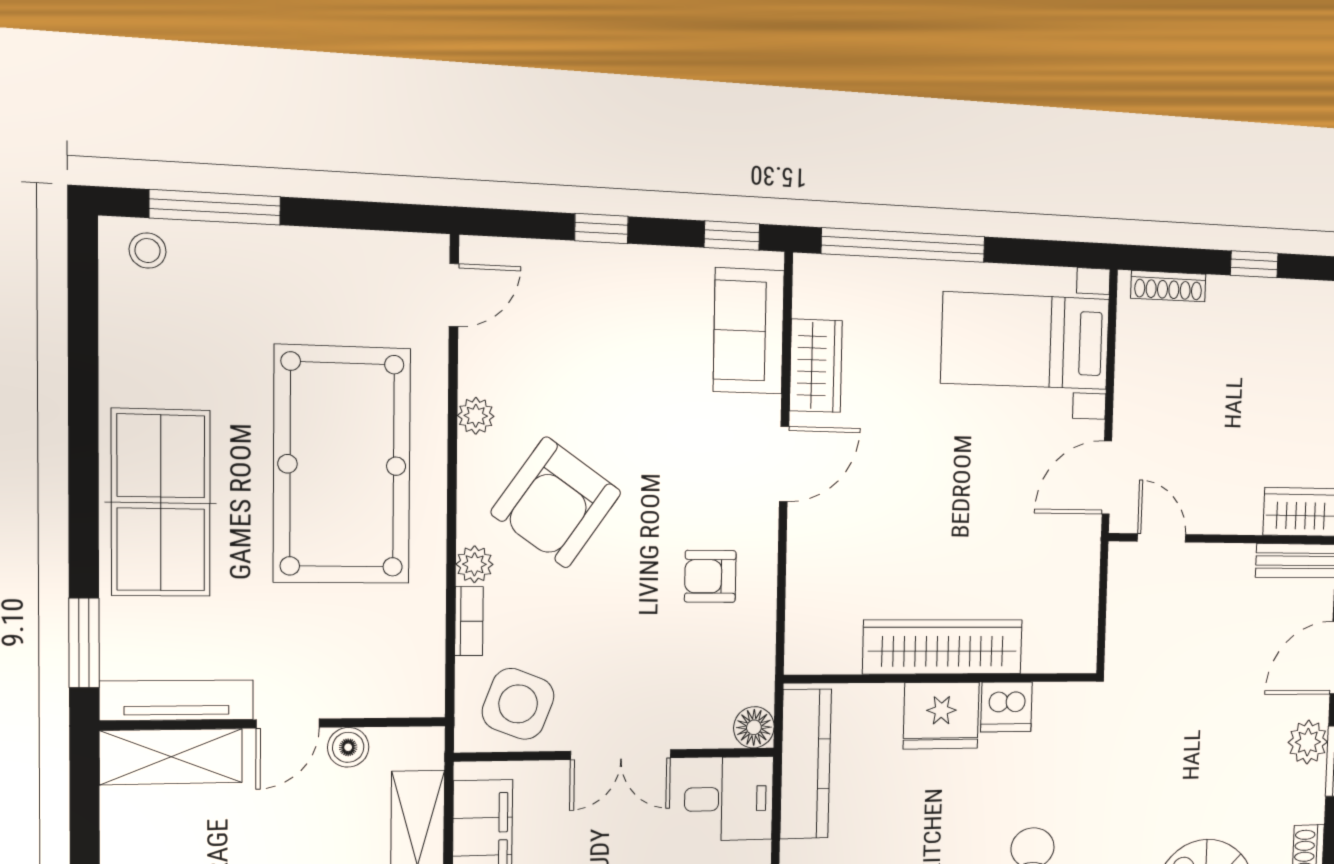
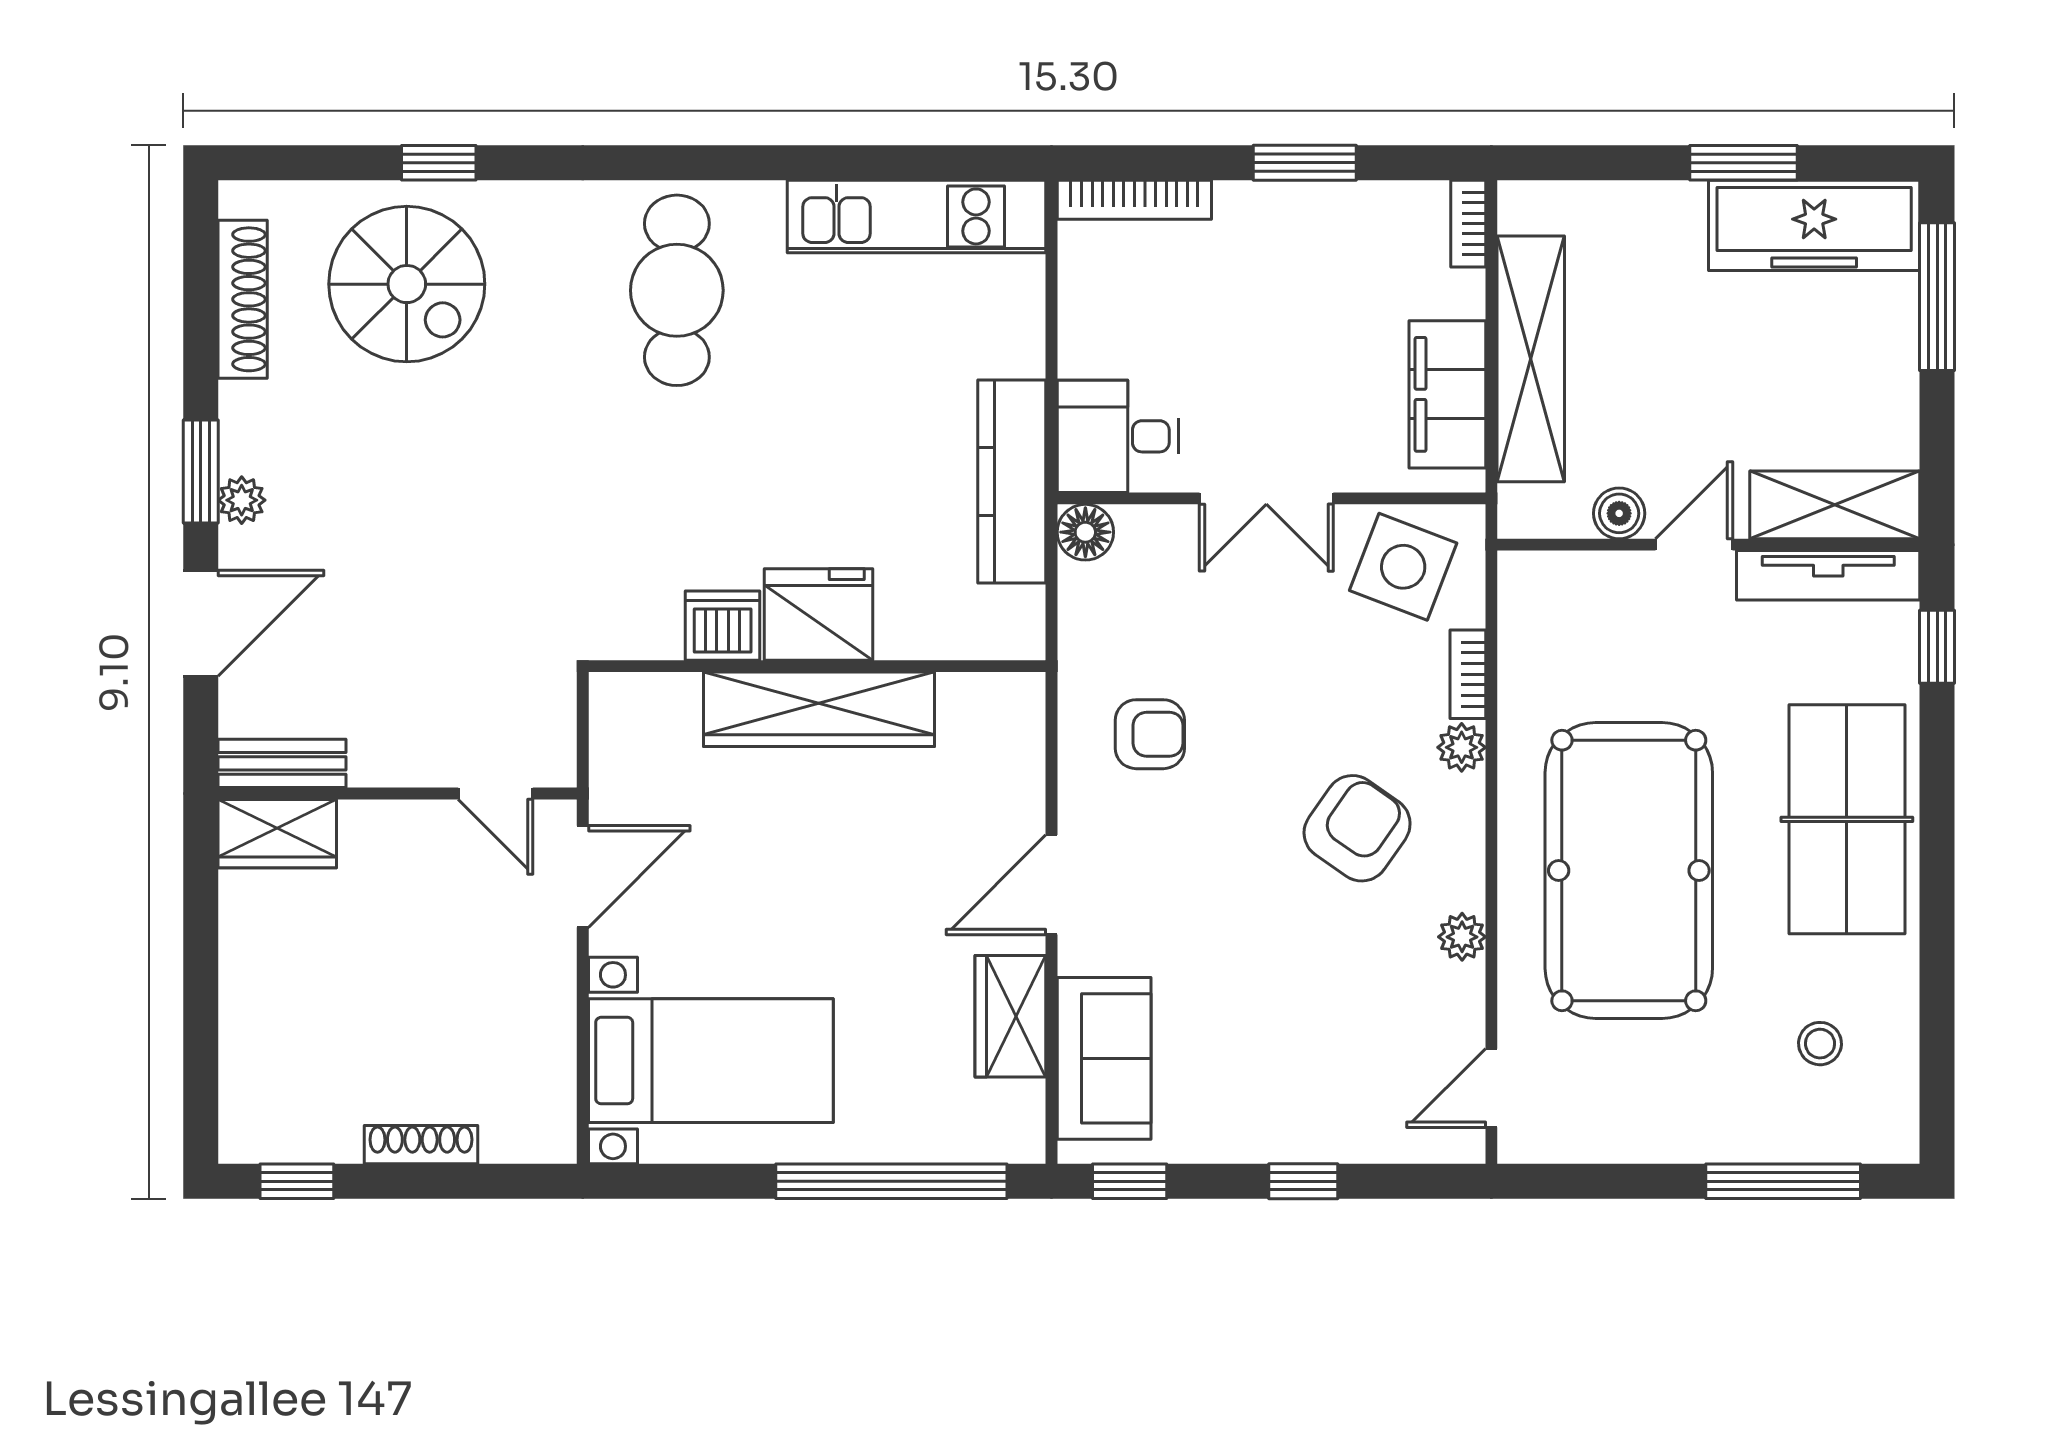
stool: (148, 251) -> (1820, 1044), moved
window: (1254, 264) -> (297, 1181), moved
shoe rack: (1168, 286) -> (421, 1145), moved
armchair: (556, 502) -> (1357, 828), width x0.73, depth x0.73
window: (84, 643) -> (1937, 647), width x0.67
wardrobe: (943, 647) -> (819, 709), moved
wall: (943, 678) -> (817, 666), moved
dishwasher: (1006, 707) -> (723, 626), moved
fridge: (941, 716) -> (819, 615), moved
plant: (1308, 742) -> (242, 500), width x0.73, depth x0.73
double door: (621, 755) -> (1266, 498), swing flipped

